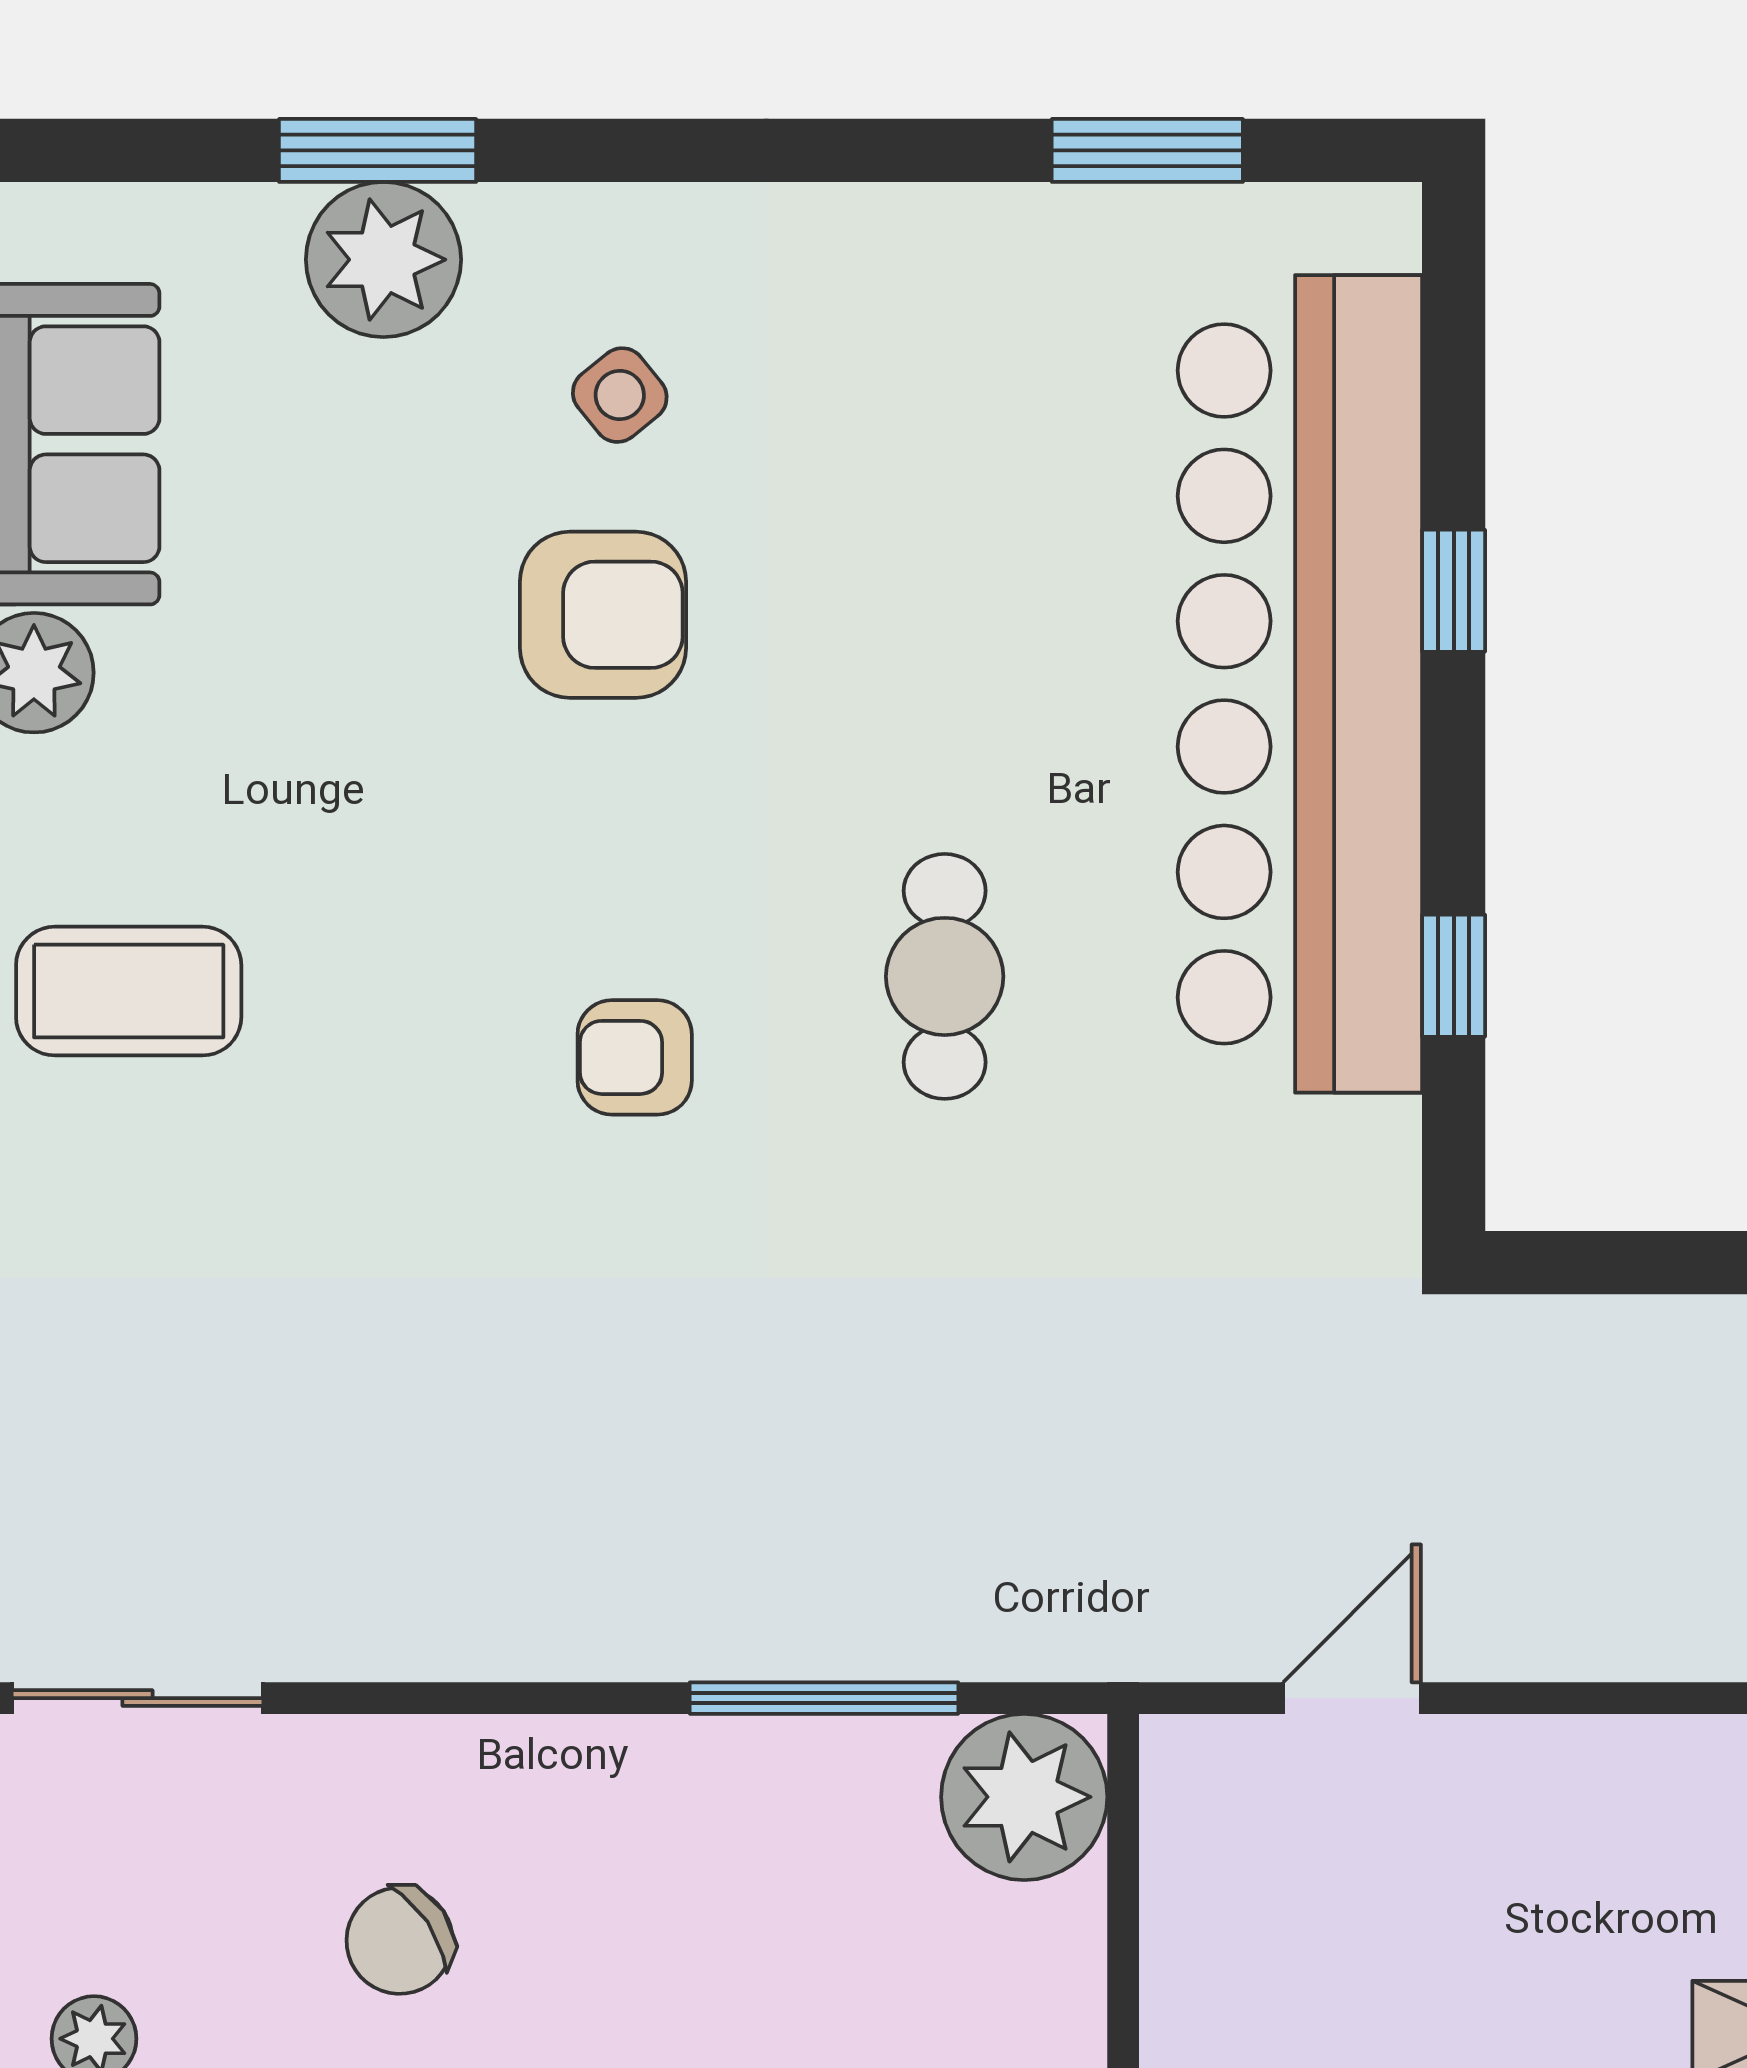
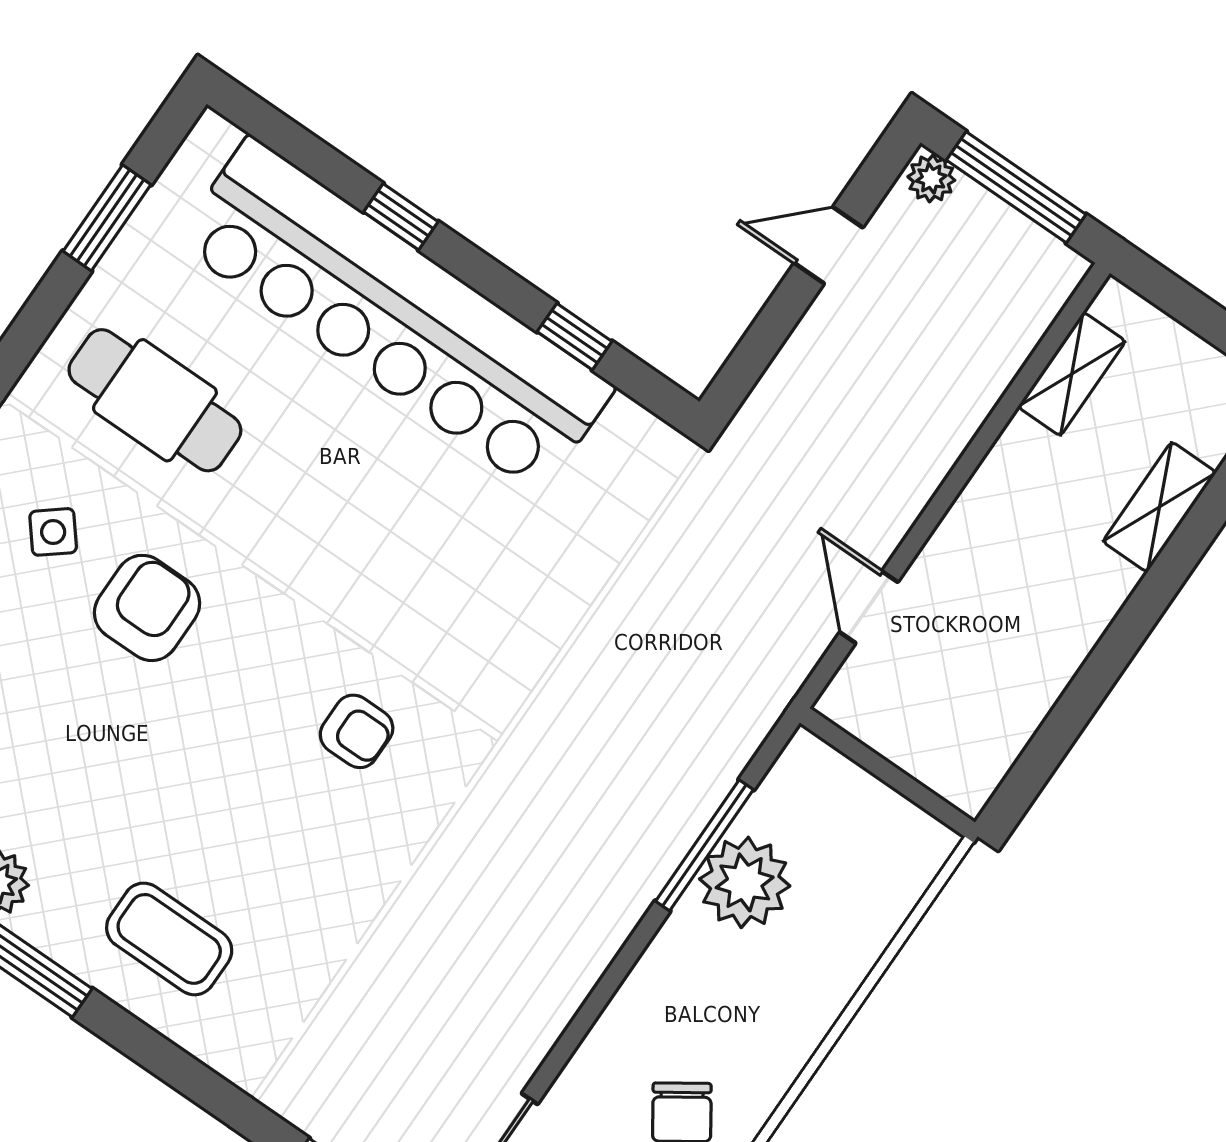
cafe table: (945, 976) -> (155, 400), moved, width x1.37, depth x1.35
coffee table: (129, 991) -> (169, 939), turned 90
armchair: (635, 1057) -> (357, 731), turned -90
plant: (1024, 1797) -> (745, 882), moved

